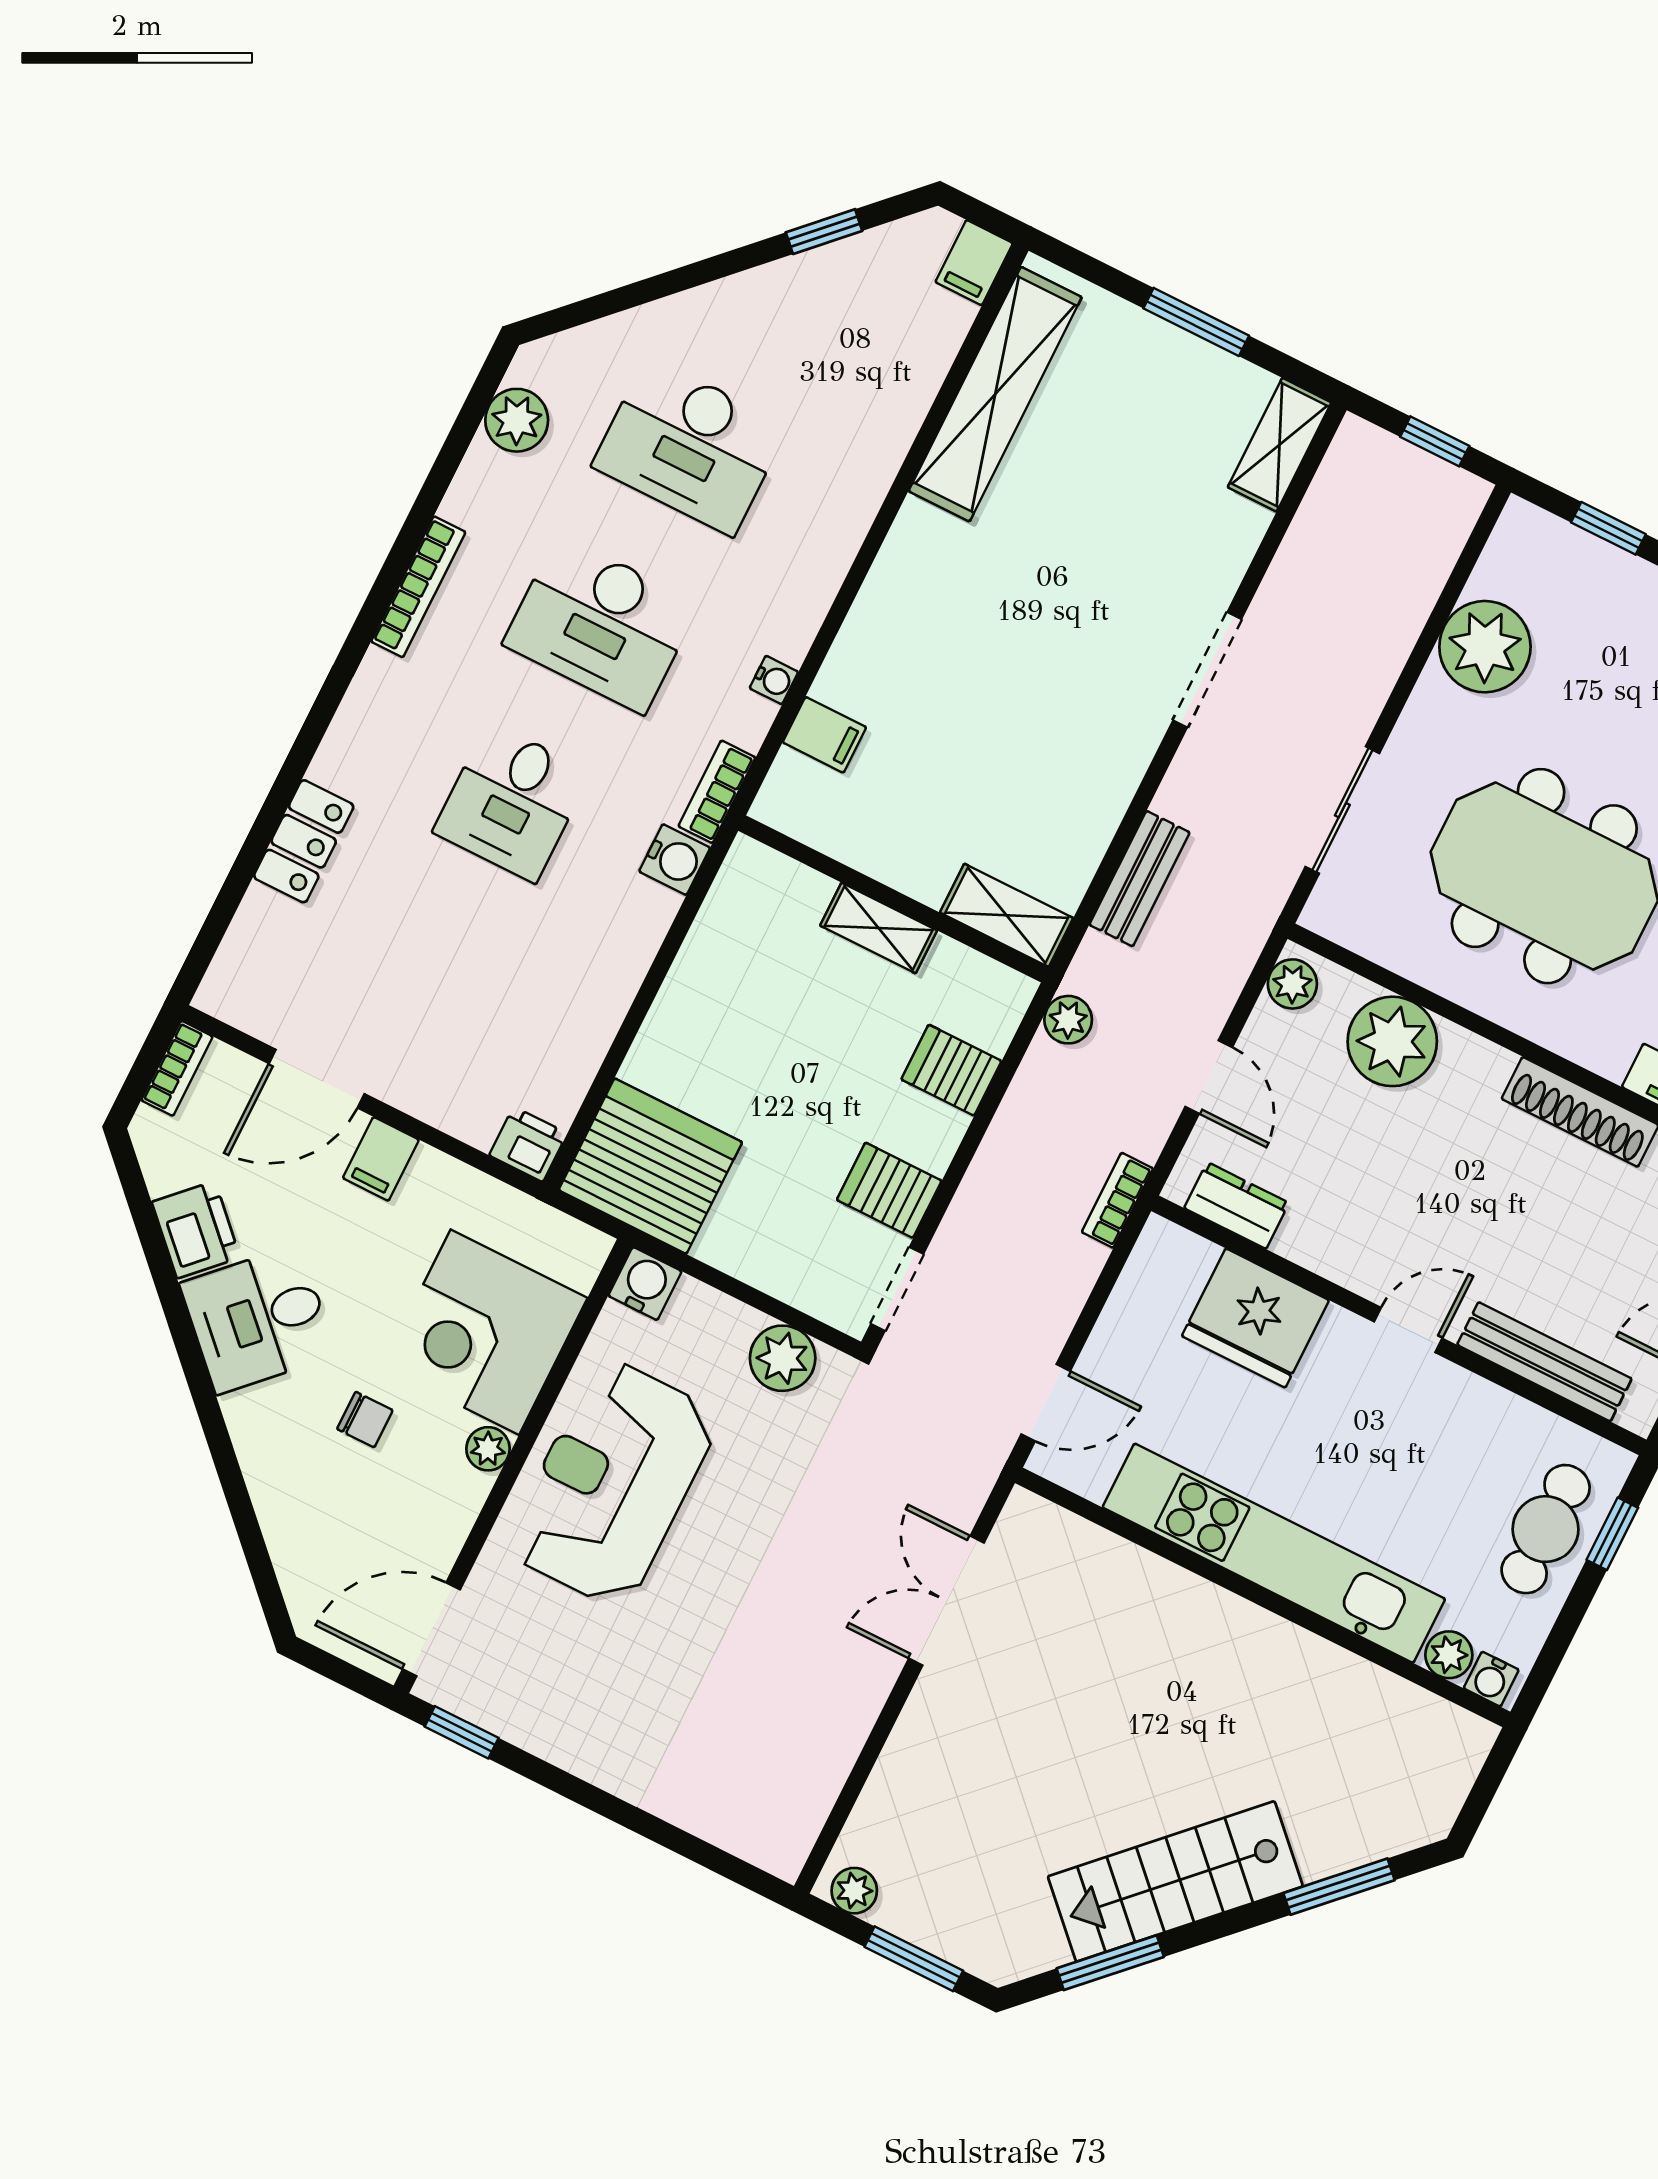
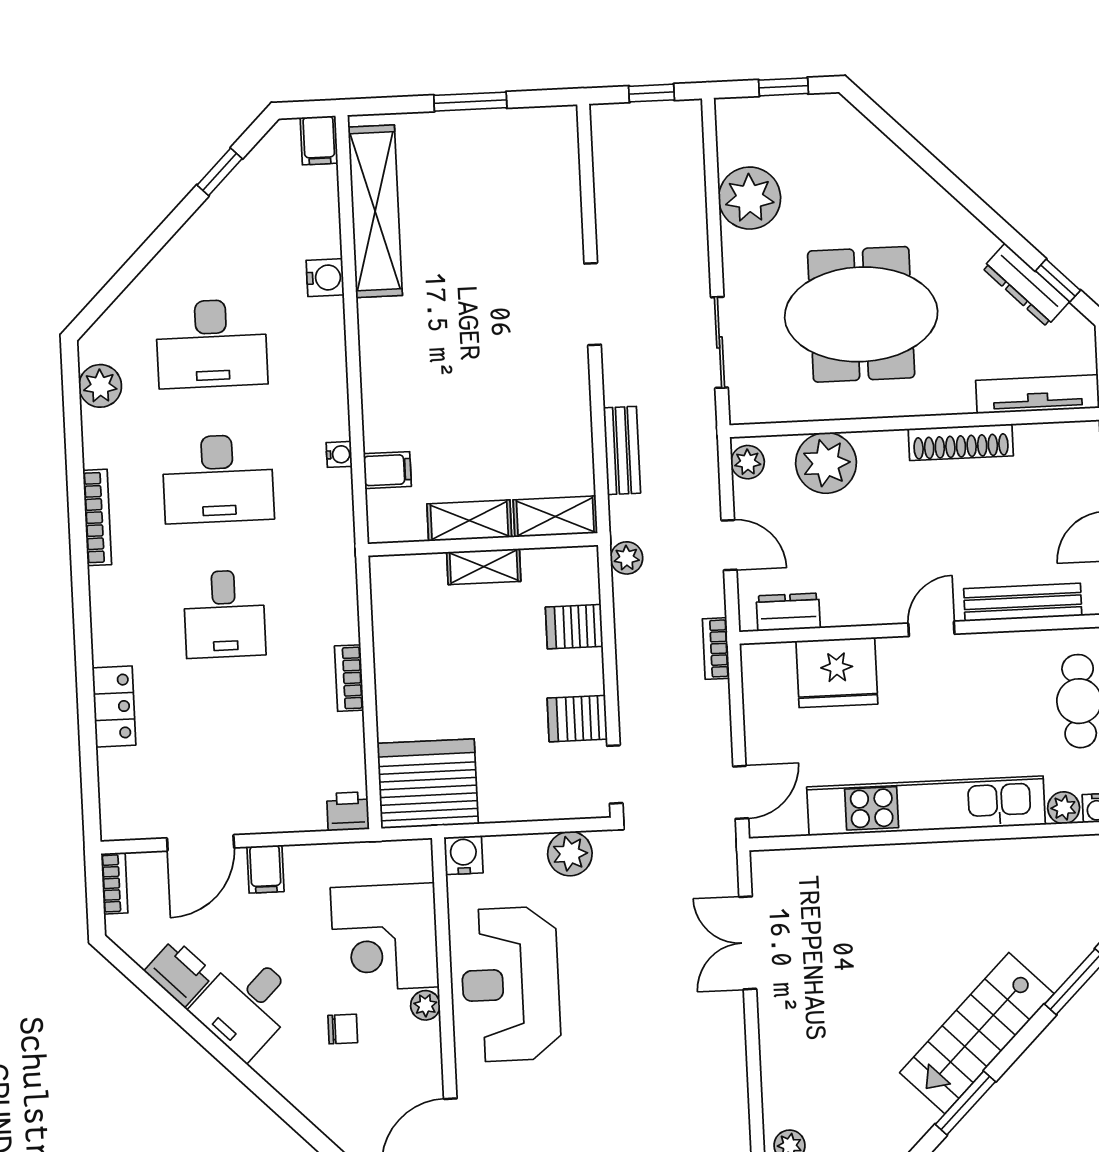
shelving: (1279, 445) -> (469, 520), moved, turned 90
bookcase: (717, 792) -> (349, 678), moved
water cooler: (675, 860) -> (325, 278), moved

